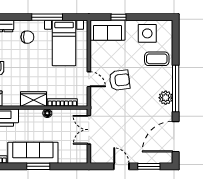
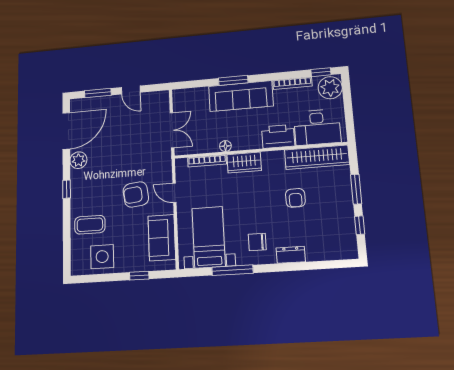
sofa: (107, 30) -> (162, 238), moved, turned -90
window: (176, 89) -> (67, 189), width x0.32
plant: (166, 98) -> (78, 160), moved

